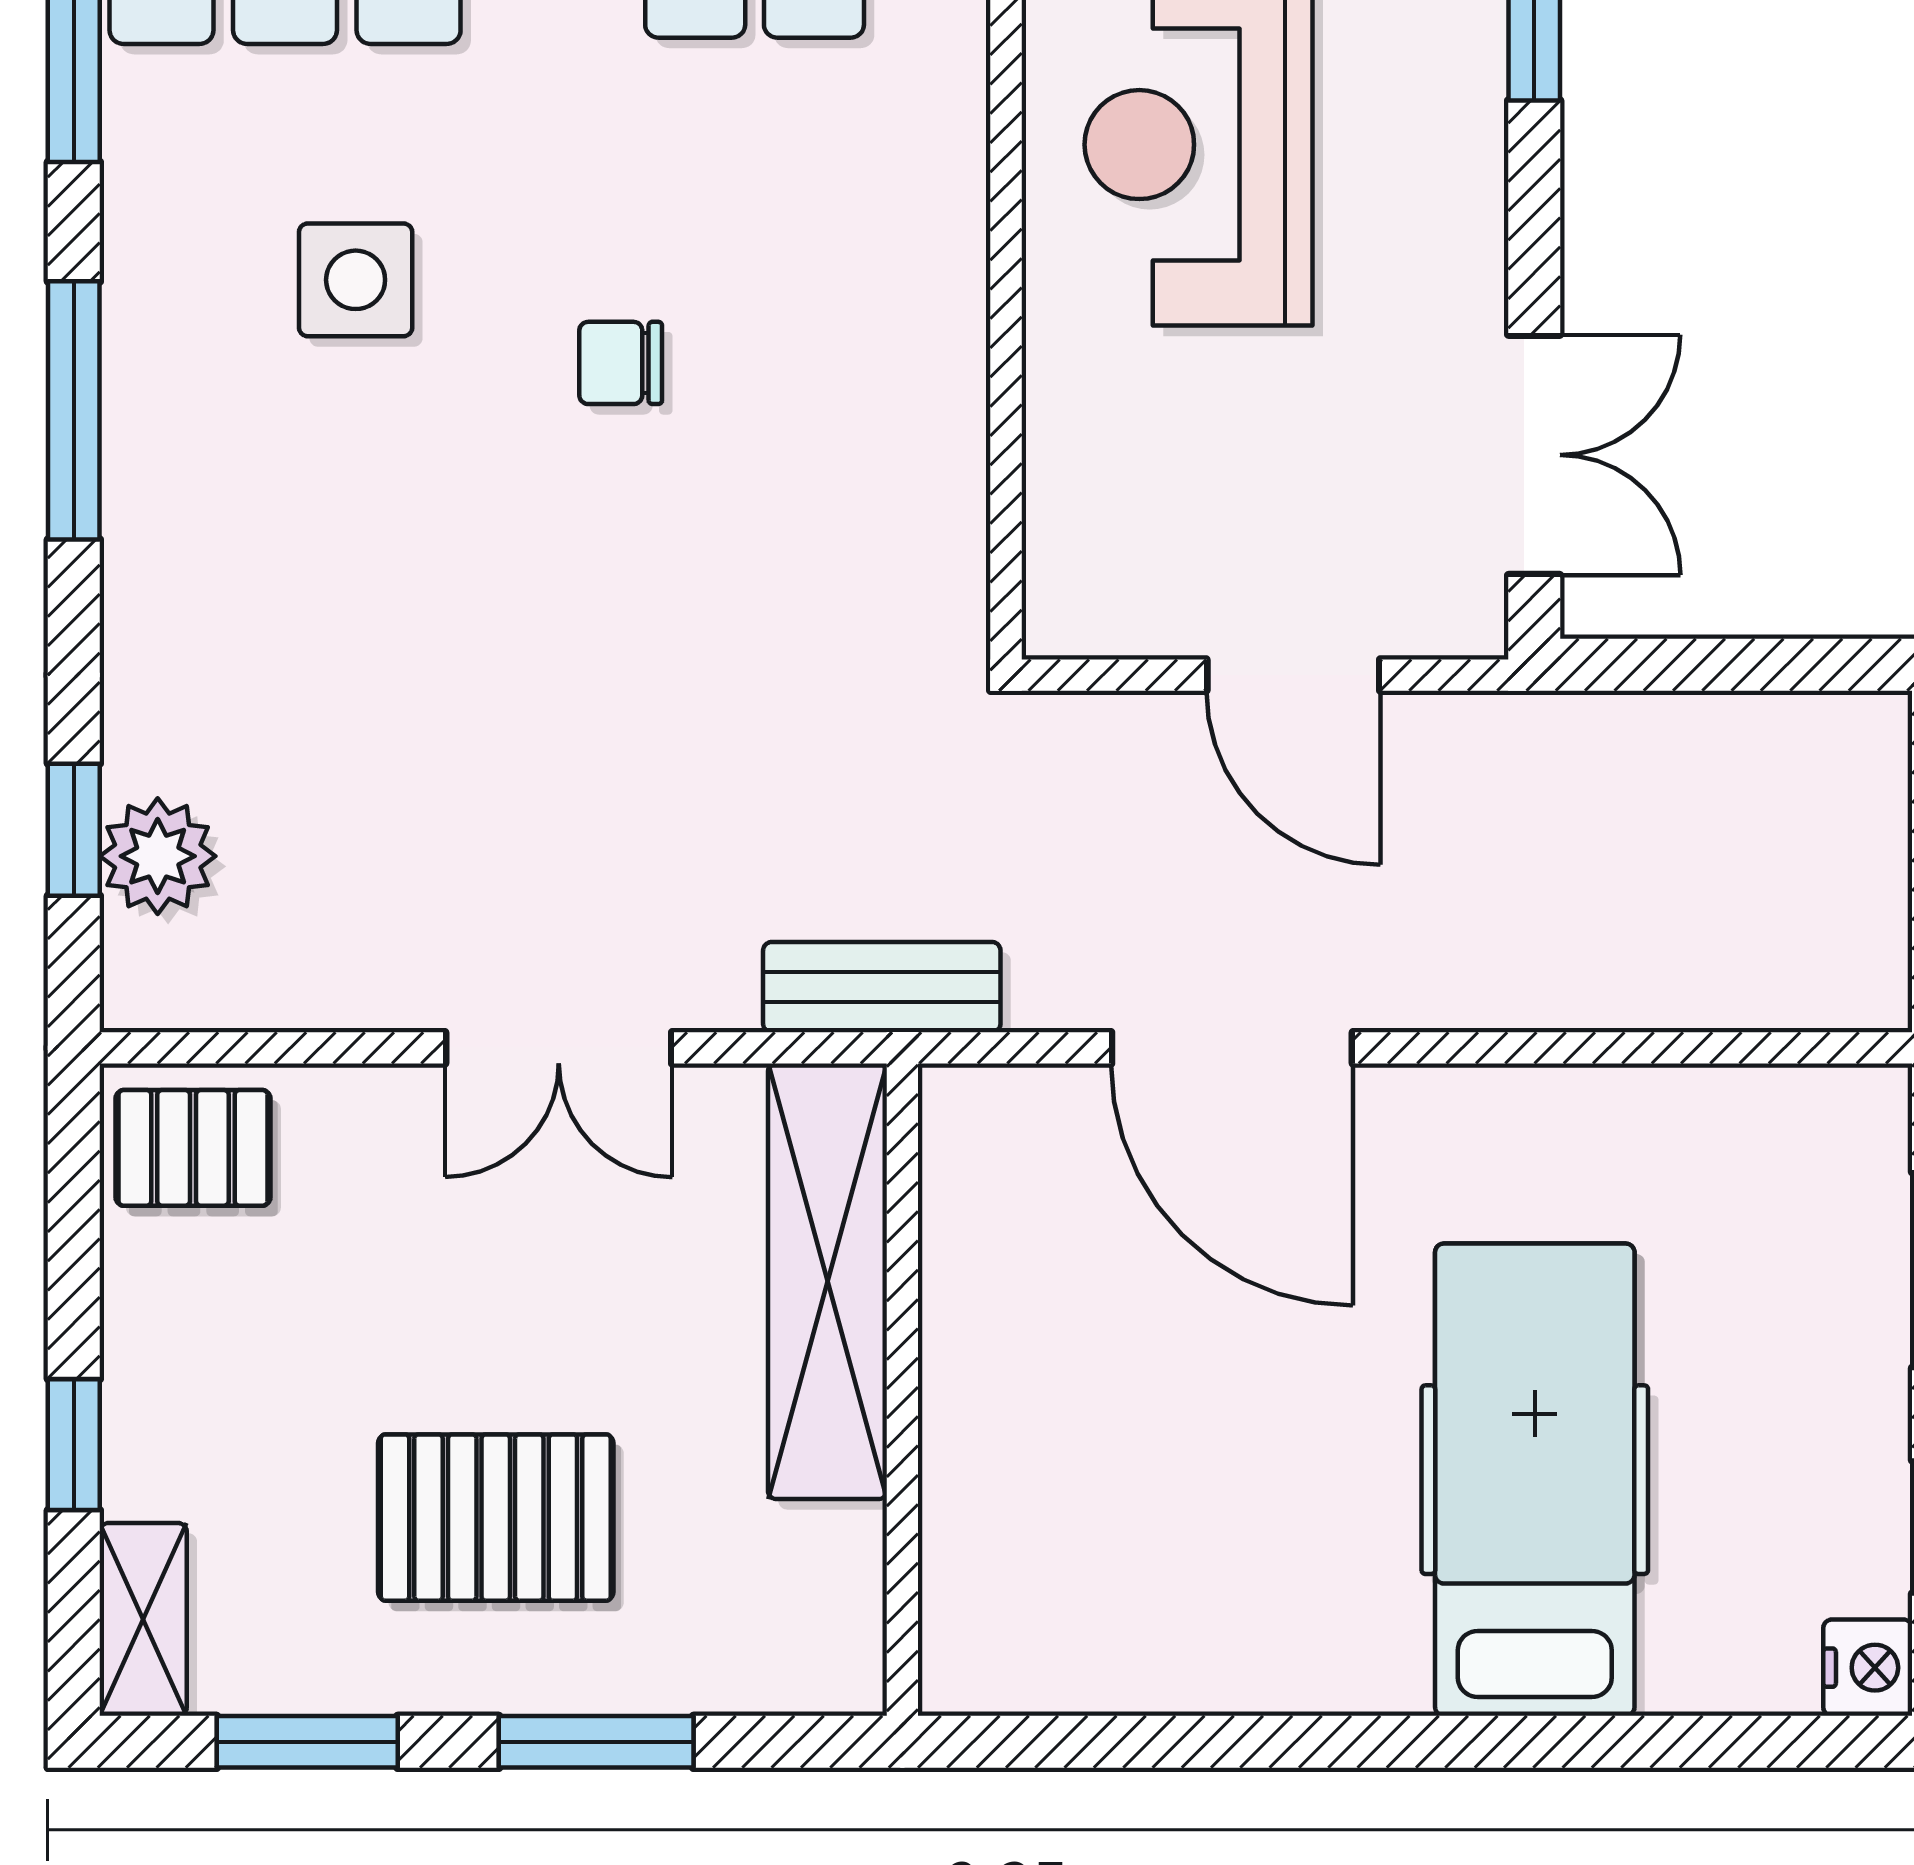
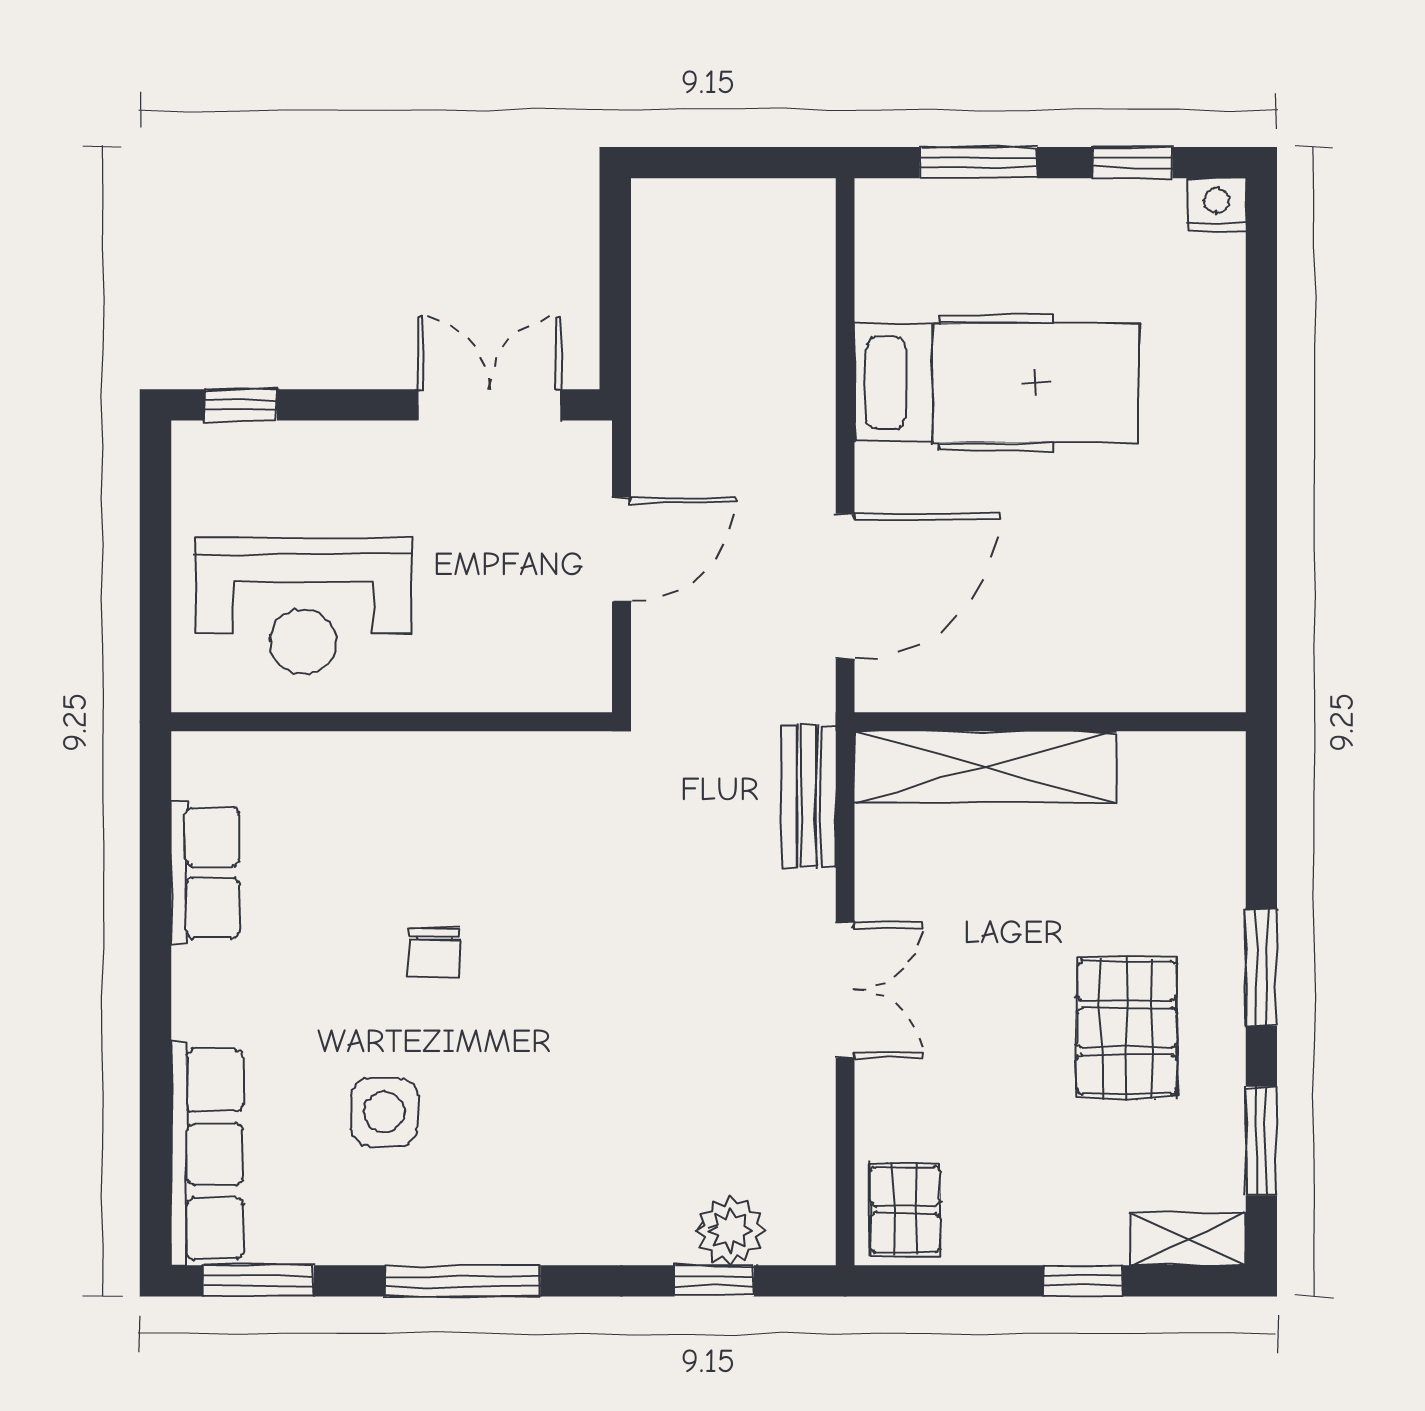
shelving: (827, 1281) -> (985, 767), moved
wall: (902, 1390) -> (1050, 722), moved
hospital bed: (1535, 1480) -> (996, 383), moved, turned 180

